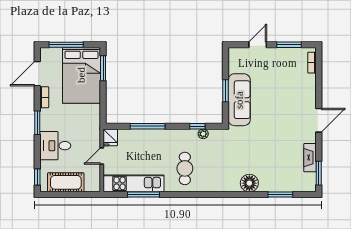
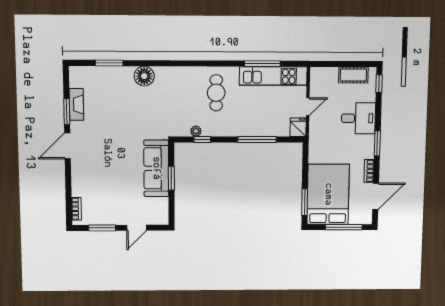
window: (319, 173) -> (67, 112), moved
cot: (66, 182) -> (353, 75), width x0.73, depth x0.75

